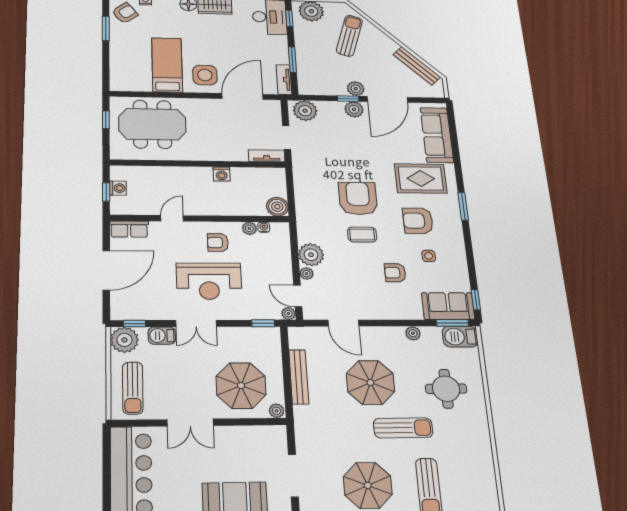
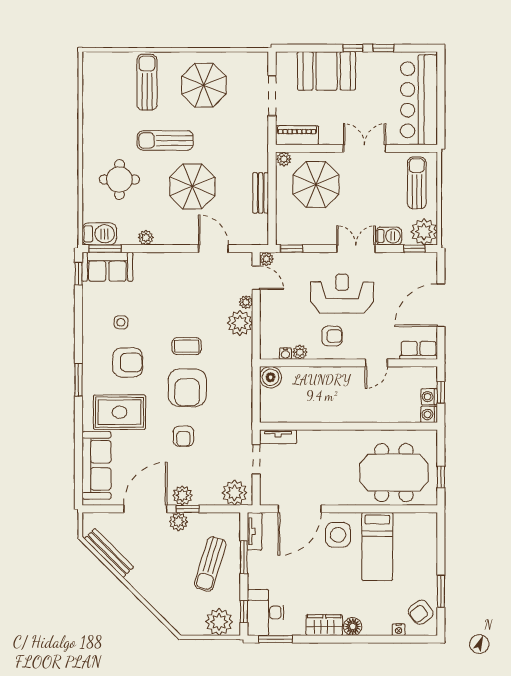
sun lounger: (349, 36) -> (210, 564), moved
washing machine: (222, 174) -> (429, 414), moved, turned -90
armchair: (395, 273) -> (183, 436), moved, turned 90
bench: (299, 377) -> (261, 193), width x0.73
piano: (264, 435) -> (297, 135), added

